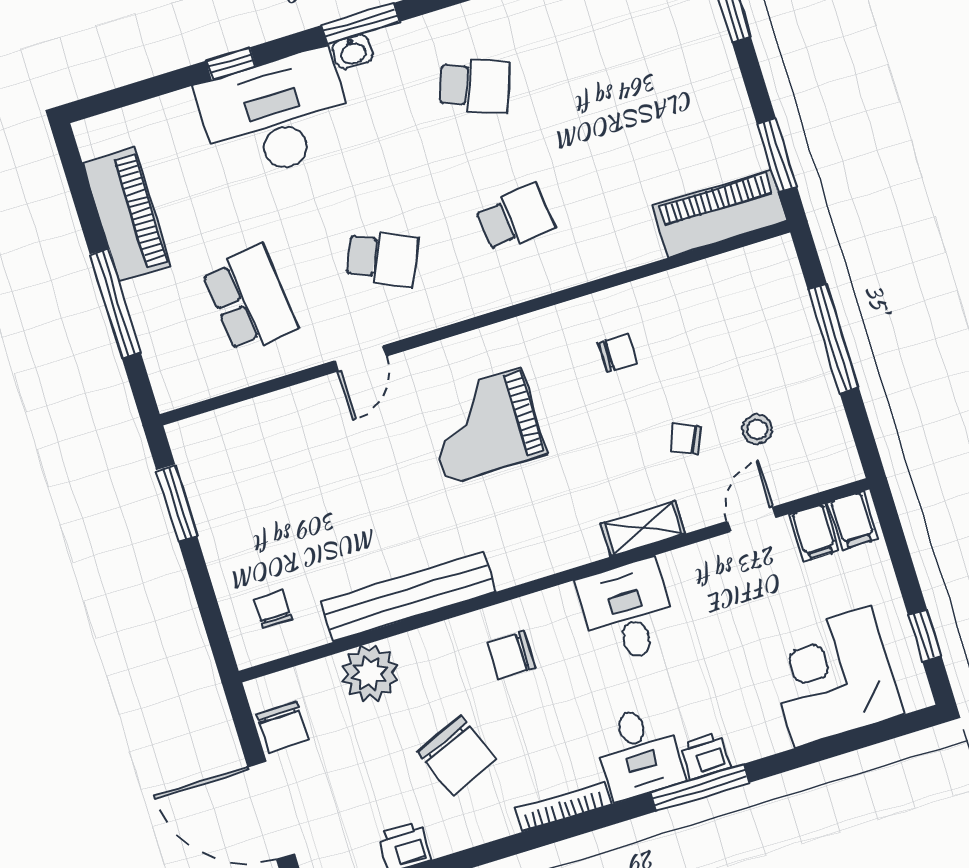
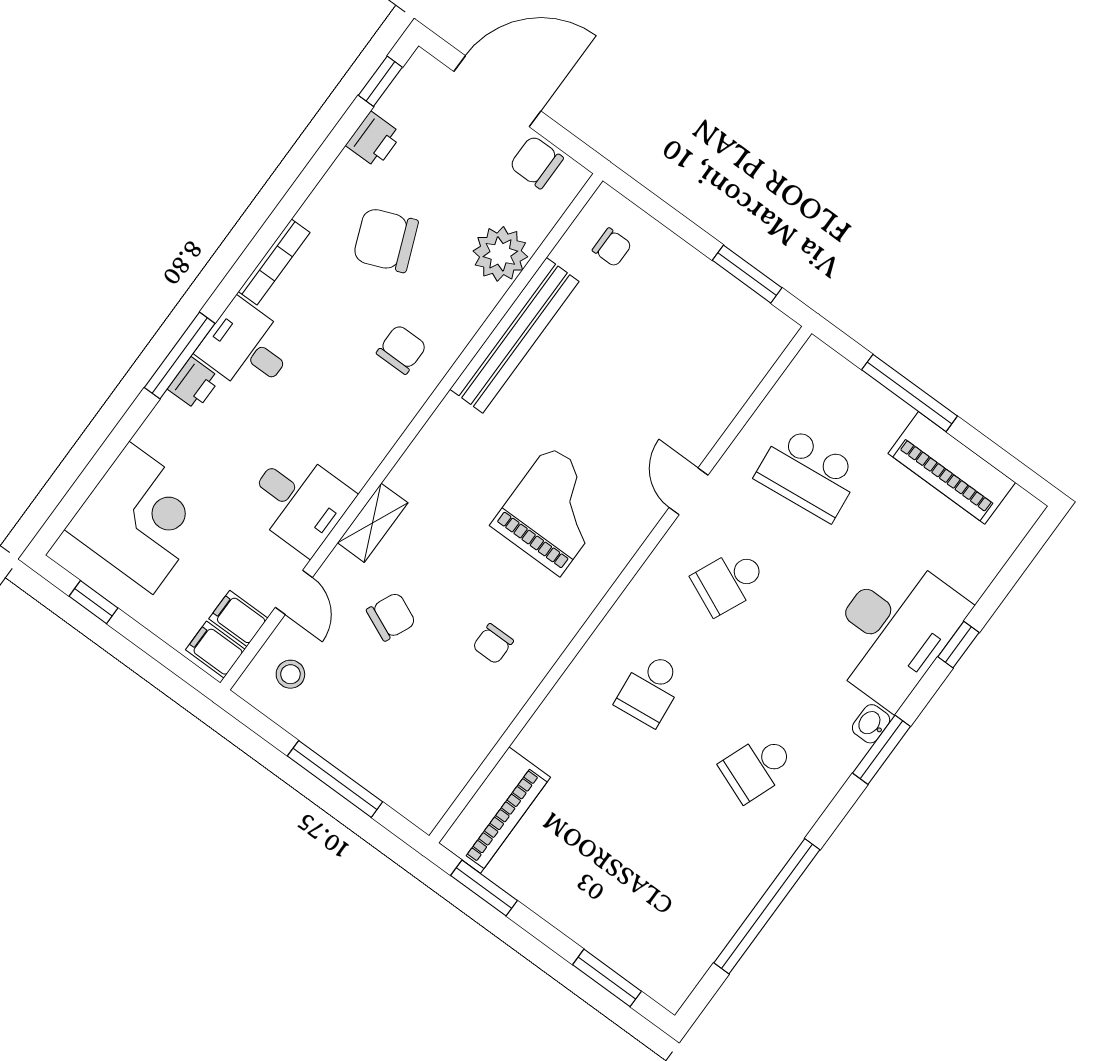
stool: (757, 429) -> (290, 674), moved
chair: (686, 439) -> (391, 617), width x1.37, depth x1.37
desk: (628, 612) -> (299, 501), moved

